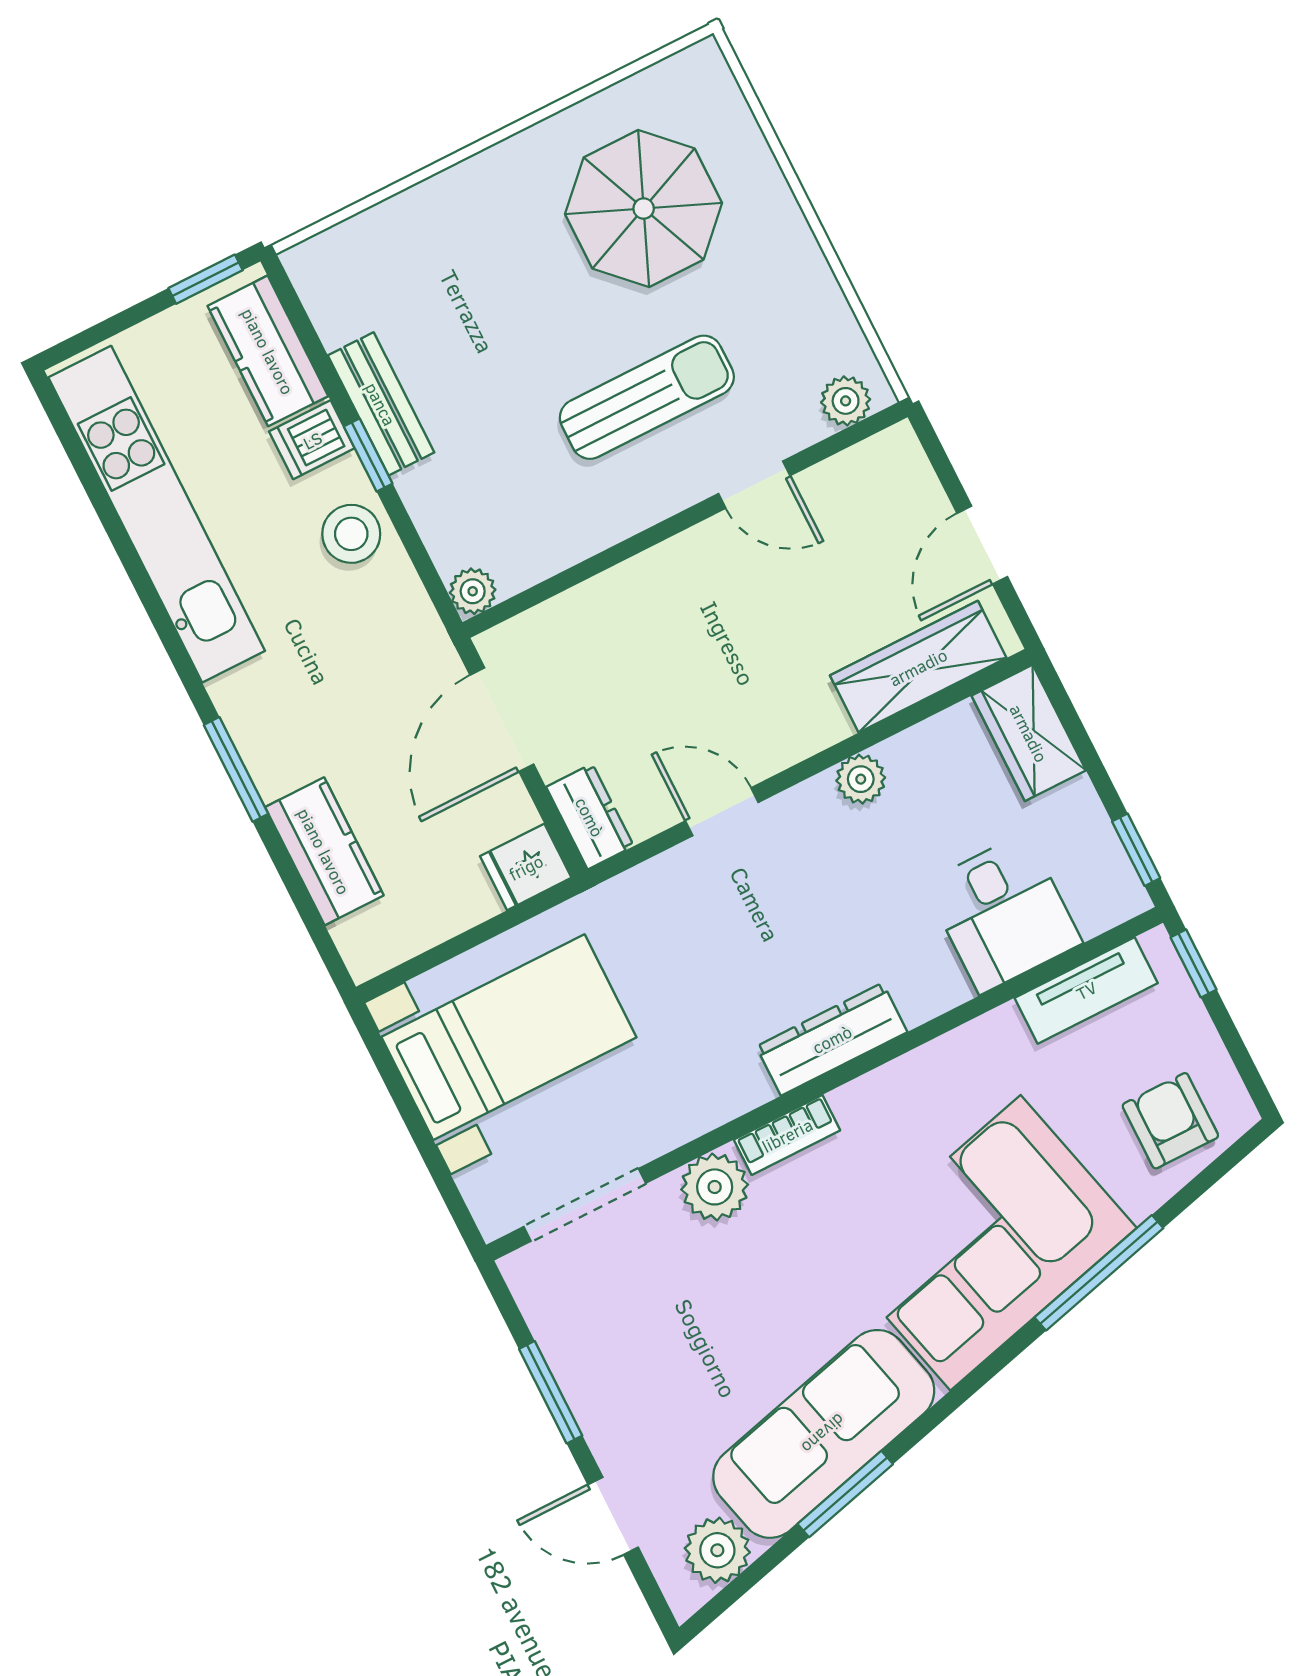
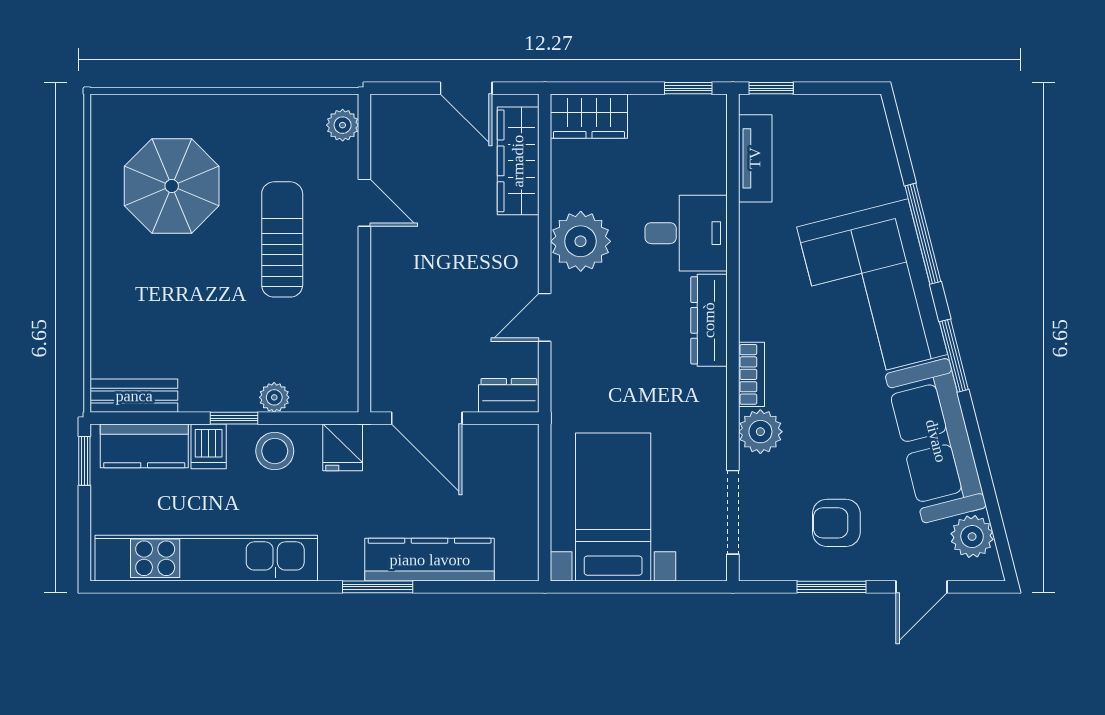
bench: (381, 404) -> (134, 396), moved
door: (754, 485) -> (364, 203), hinge flipped
plant: (473, 591) -> (274, 397), moved
plant: (861, 779) -> (581, 241), width x1.88, depth x1.88
kitchen counter: (324, 851) -> (430, 560), width x1.50
fridge: (526, 867) -> (343, 447), moved
desk: (1003, 913) -> (686, 233), moved
armchair: (1170, 1121) -> (836, 523), moved
window: (845, 1494) -> (954, 356), moved

